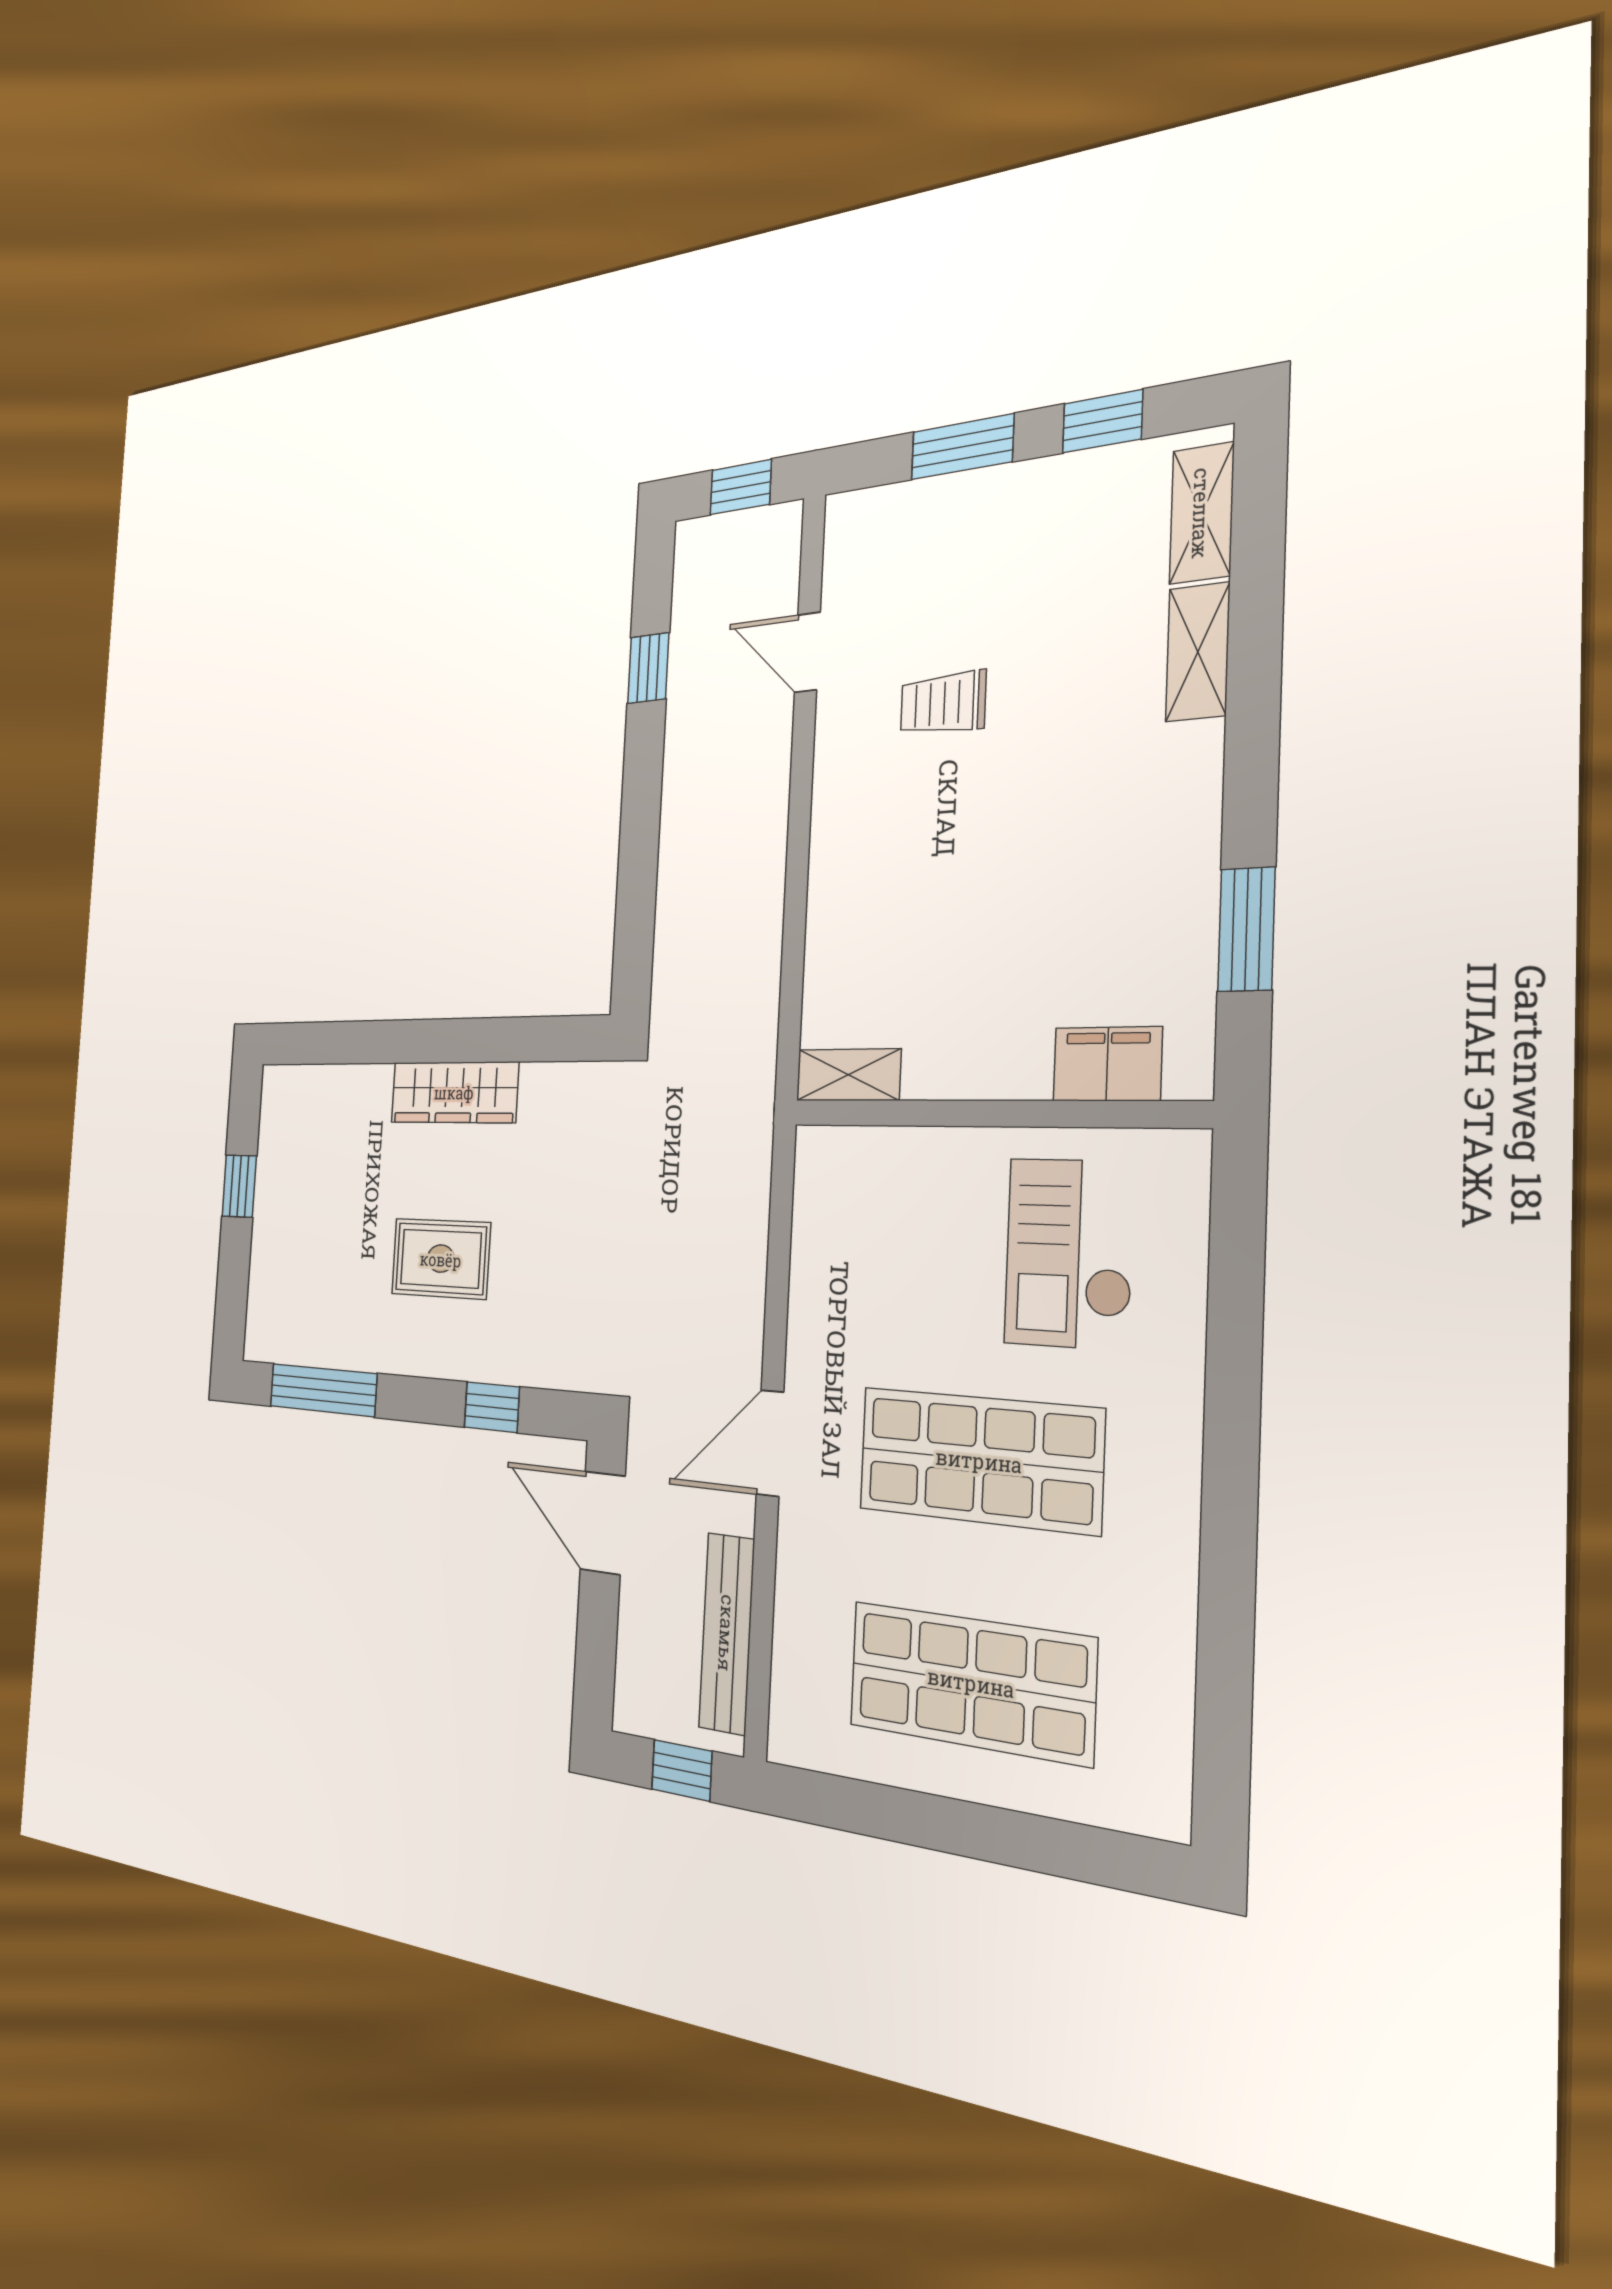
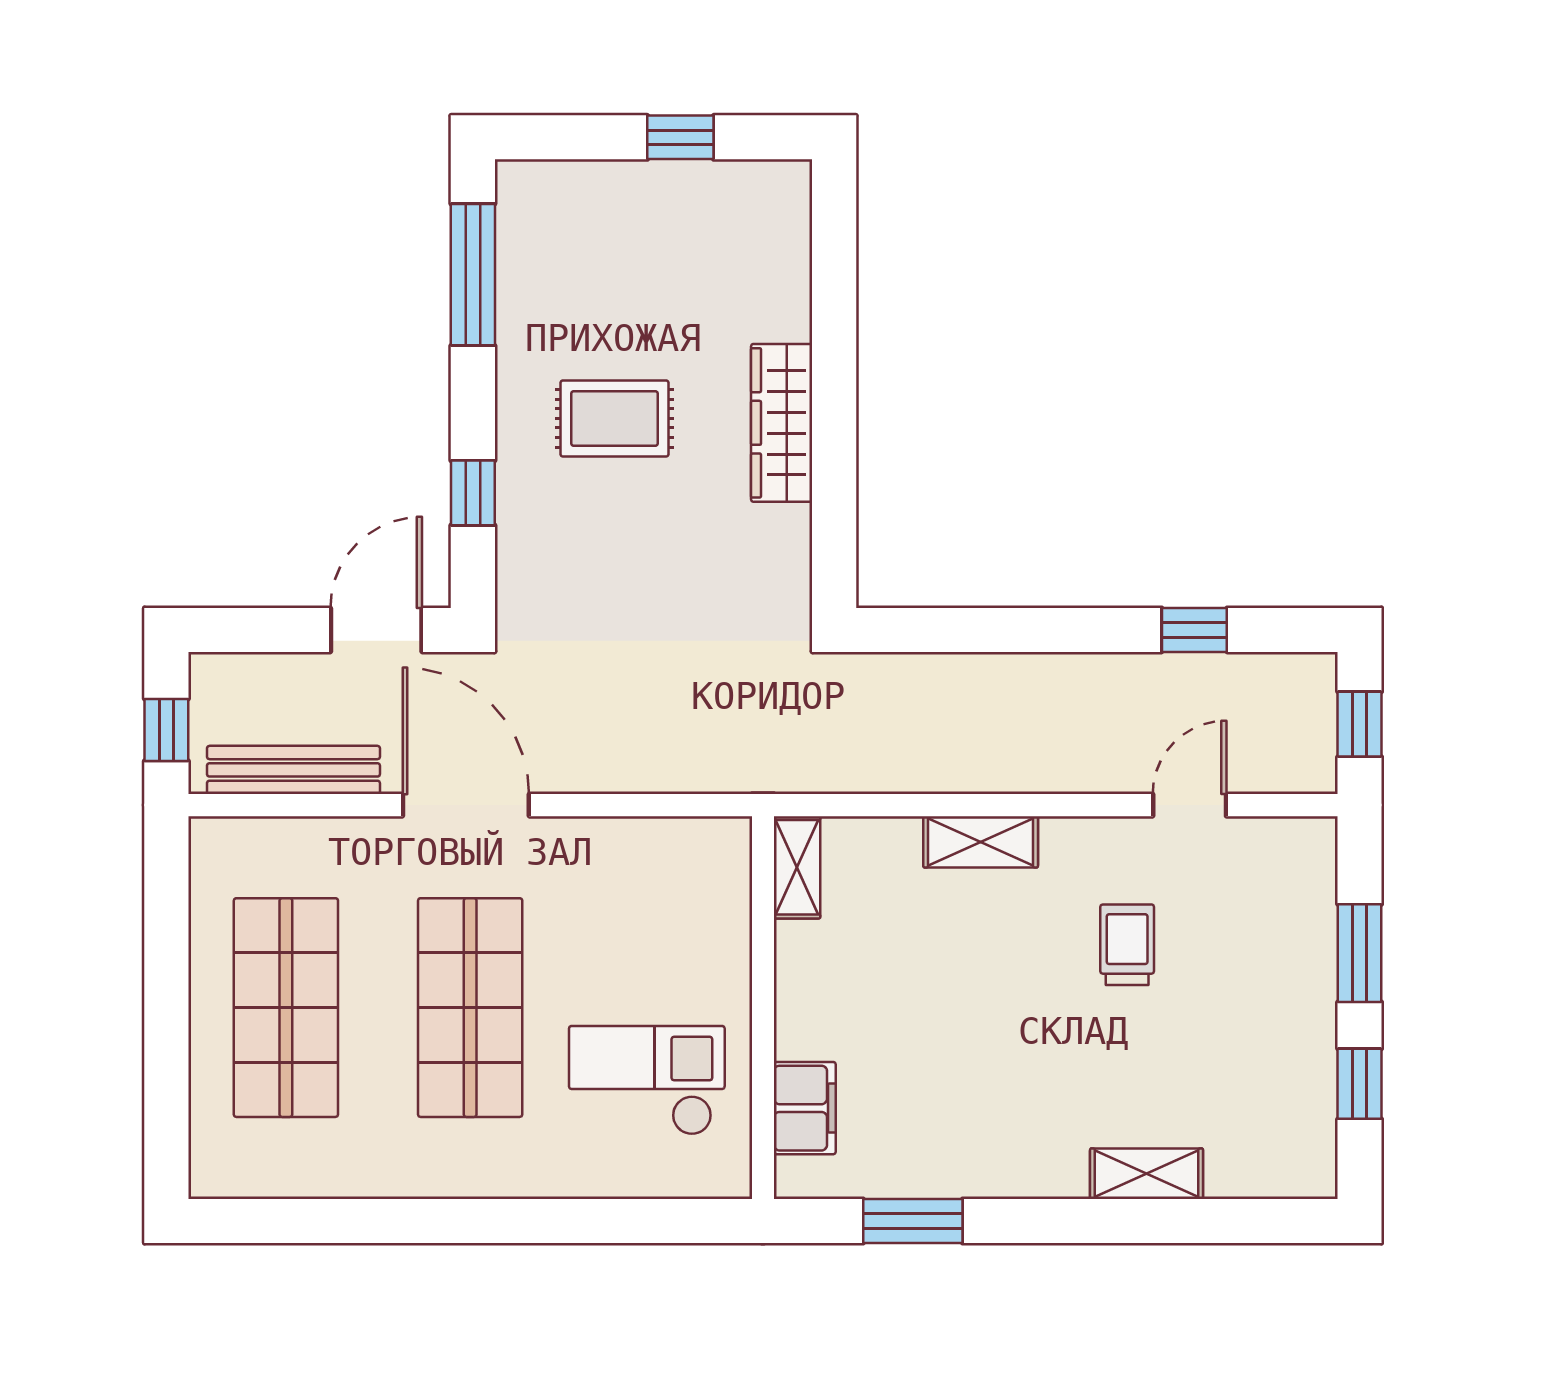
shelving: (1202, 513) -> (981, 842), moved
rug: (441, 1259) -> (615, 418), turned 90
door: (770, 1443) -> (466, 805), width x1.36

